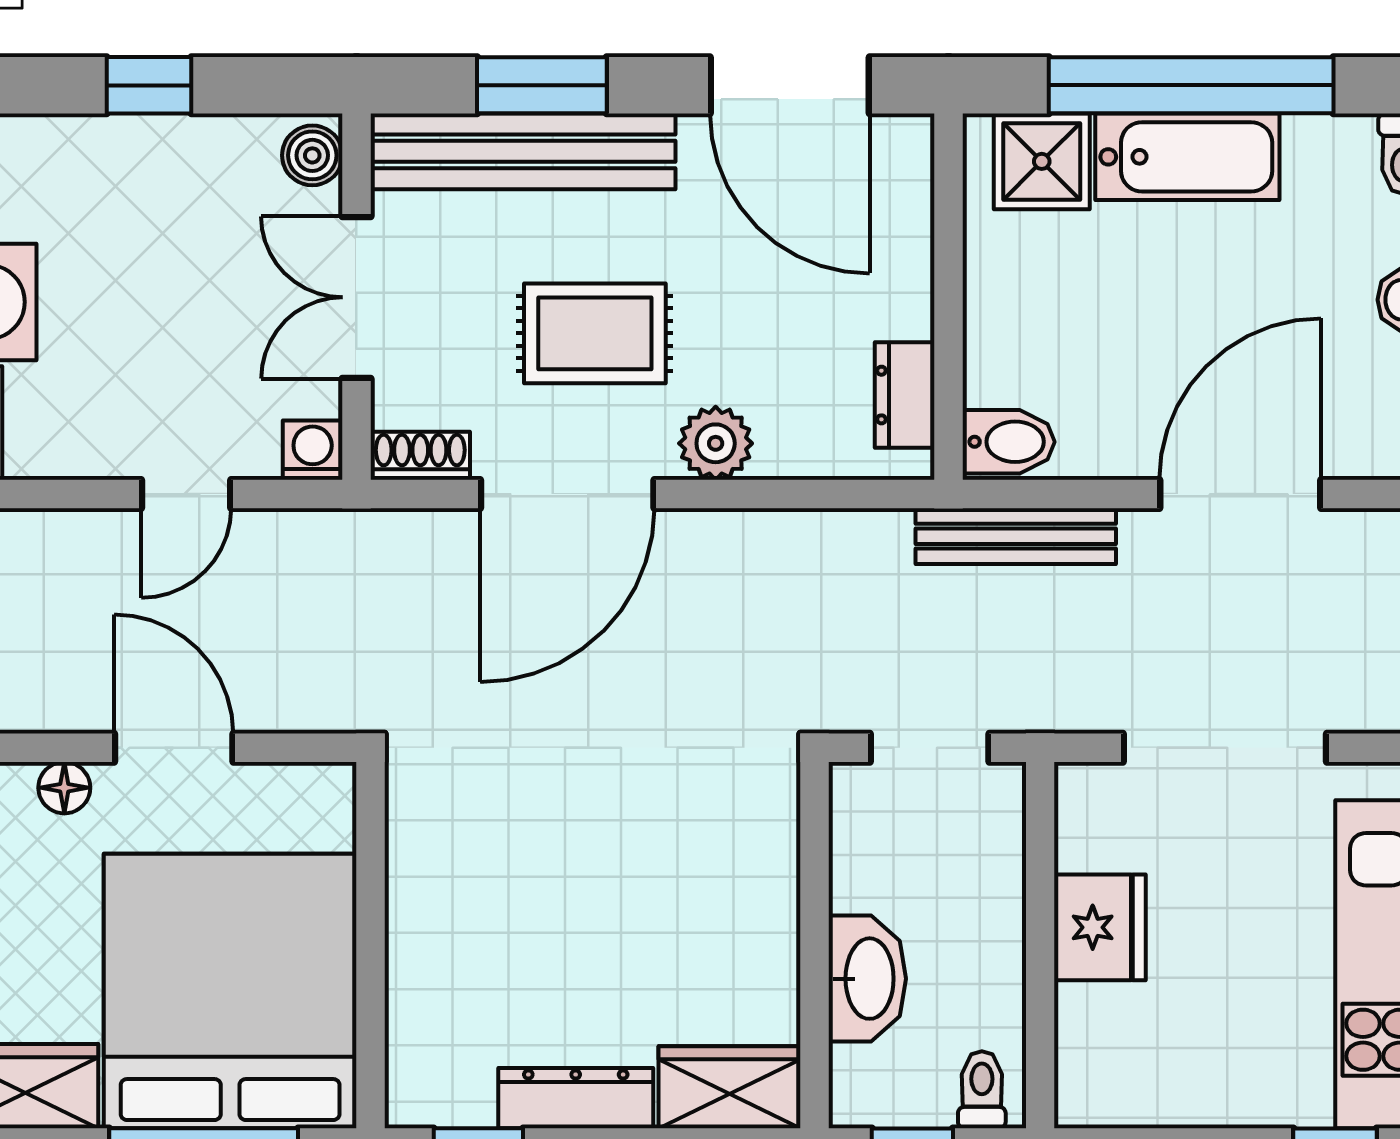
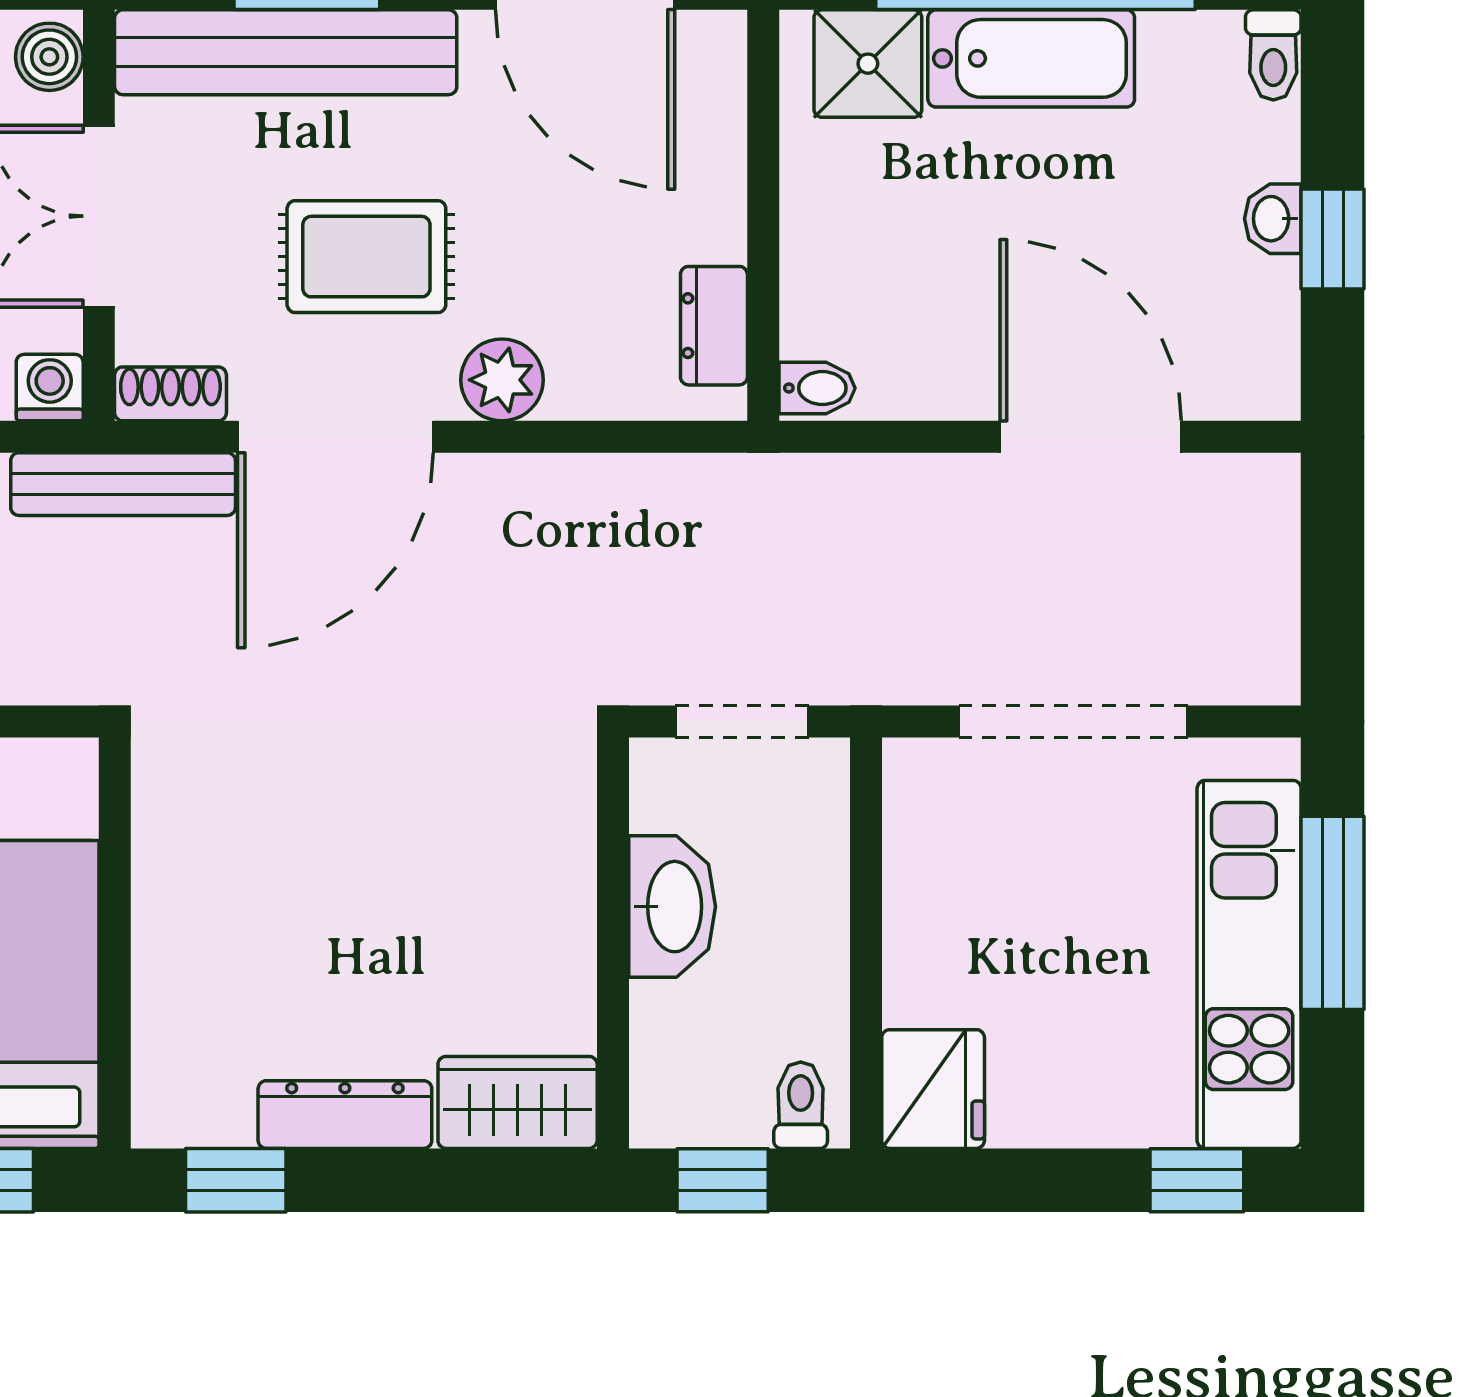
bidet: (1009, 442) -> (817, 388), width x0.72, depth x0.74
door: (1240, 494) -> (1091, 437), hinge flipped
bench: (1016, 536) -> (123, 484), moved
fridge: (1100, 927) -> (933, 1089), moved
washbasin: (867, 979) -> (672, 907), moved

